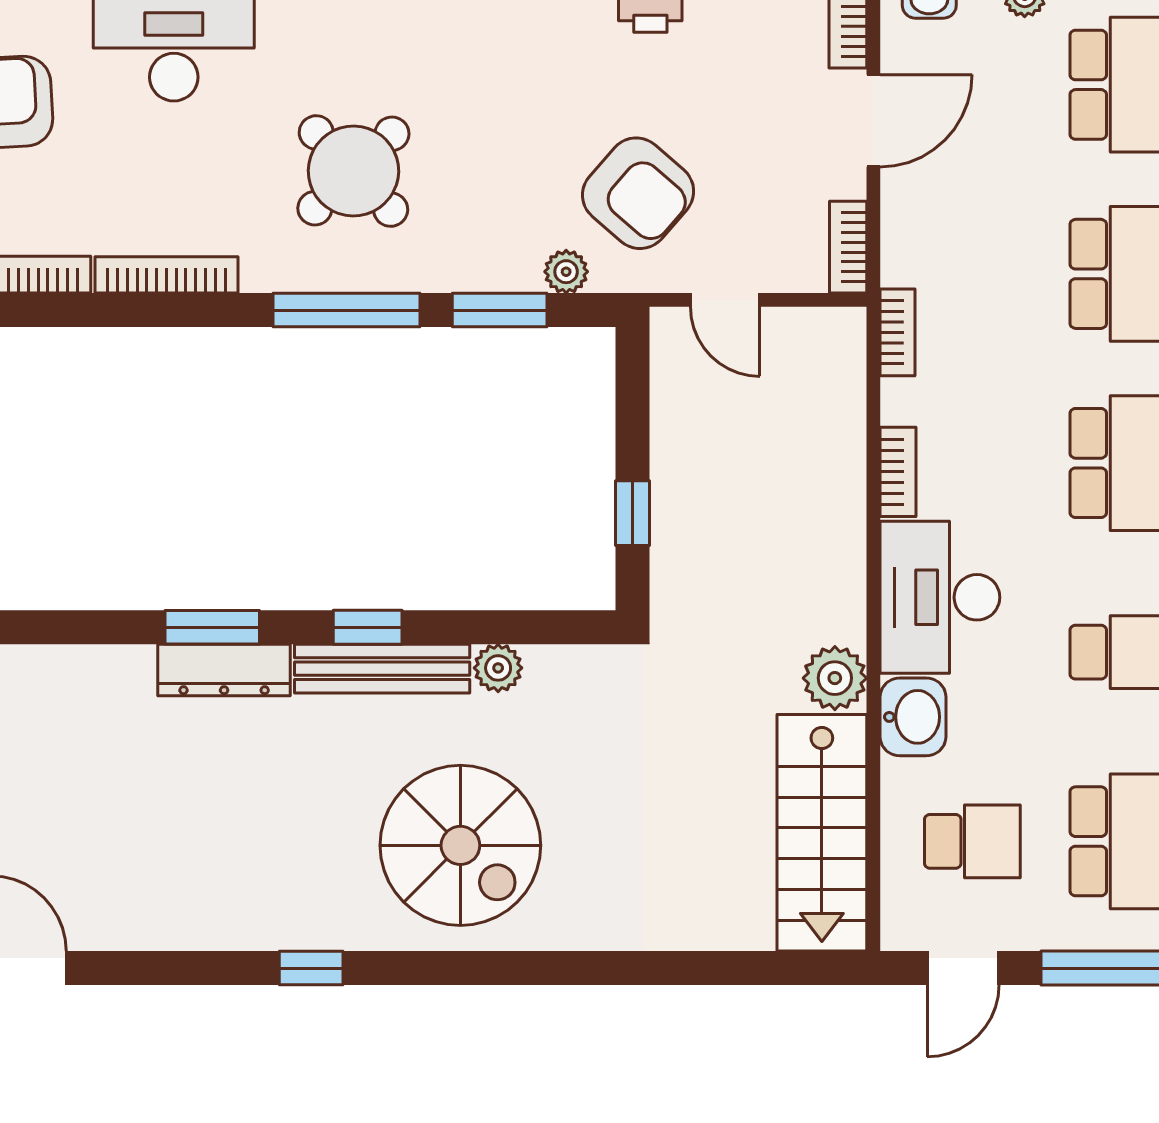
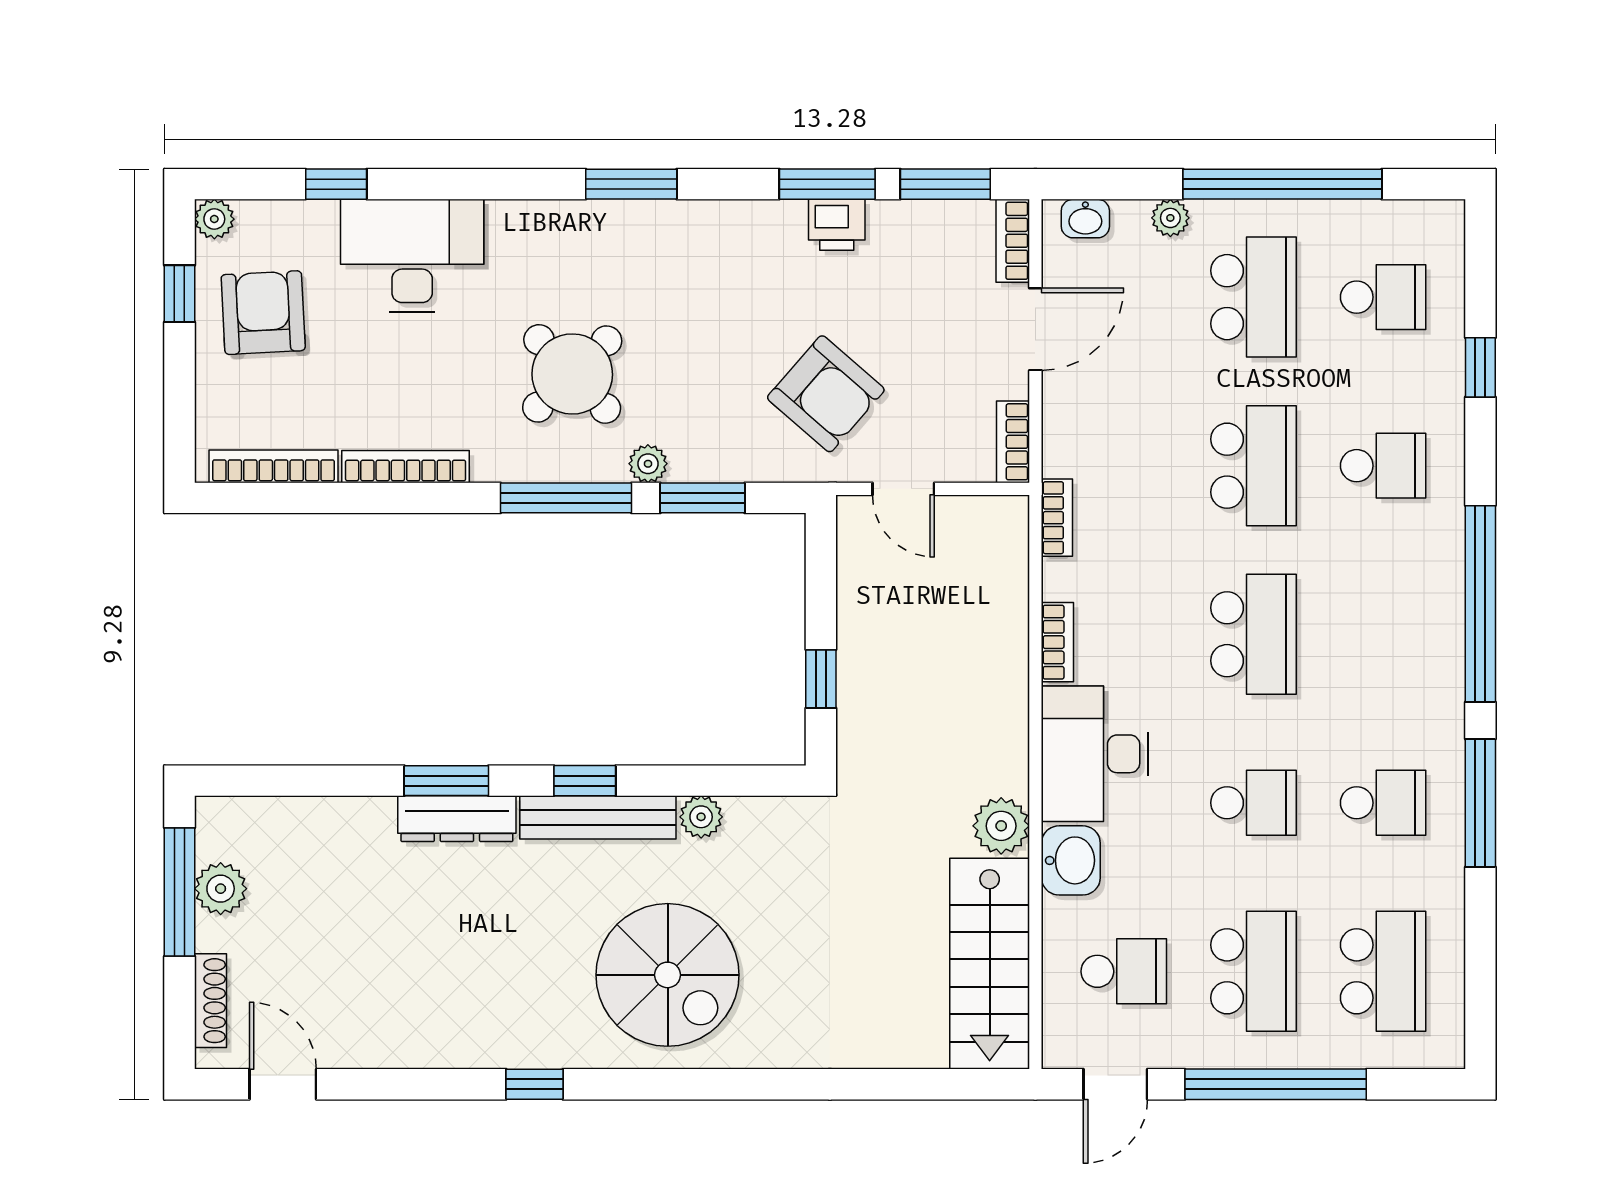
plant: (566, 272) -> (648, 464), moved

